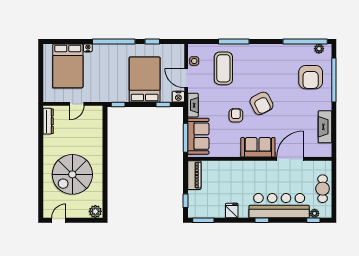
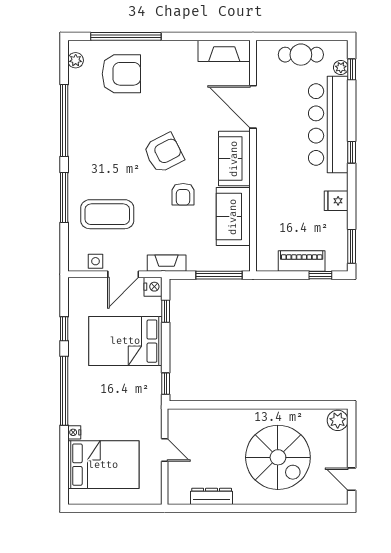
window: (305, 41) -> (64, 121), moved
armchair: (236, 115) -> (183, 194), turned -90
dresser: (48, 121) -> (212, 496), moved
fireplace: (325, 127) -> (224, 51), moved
sofa: (198, 136) -> (233, 217), moved, turned -90
piano: (194, 175) -> (302, 261), moved

